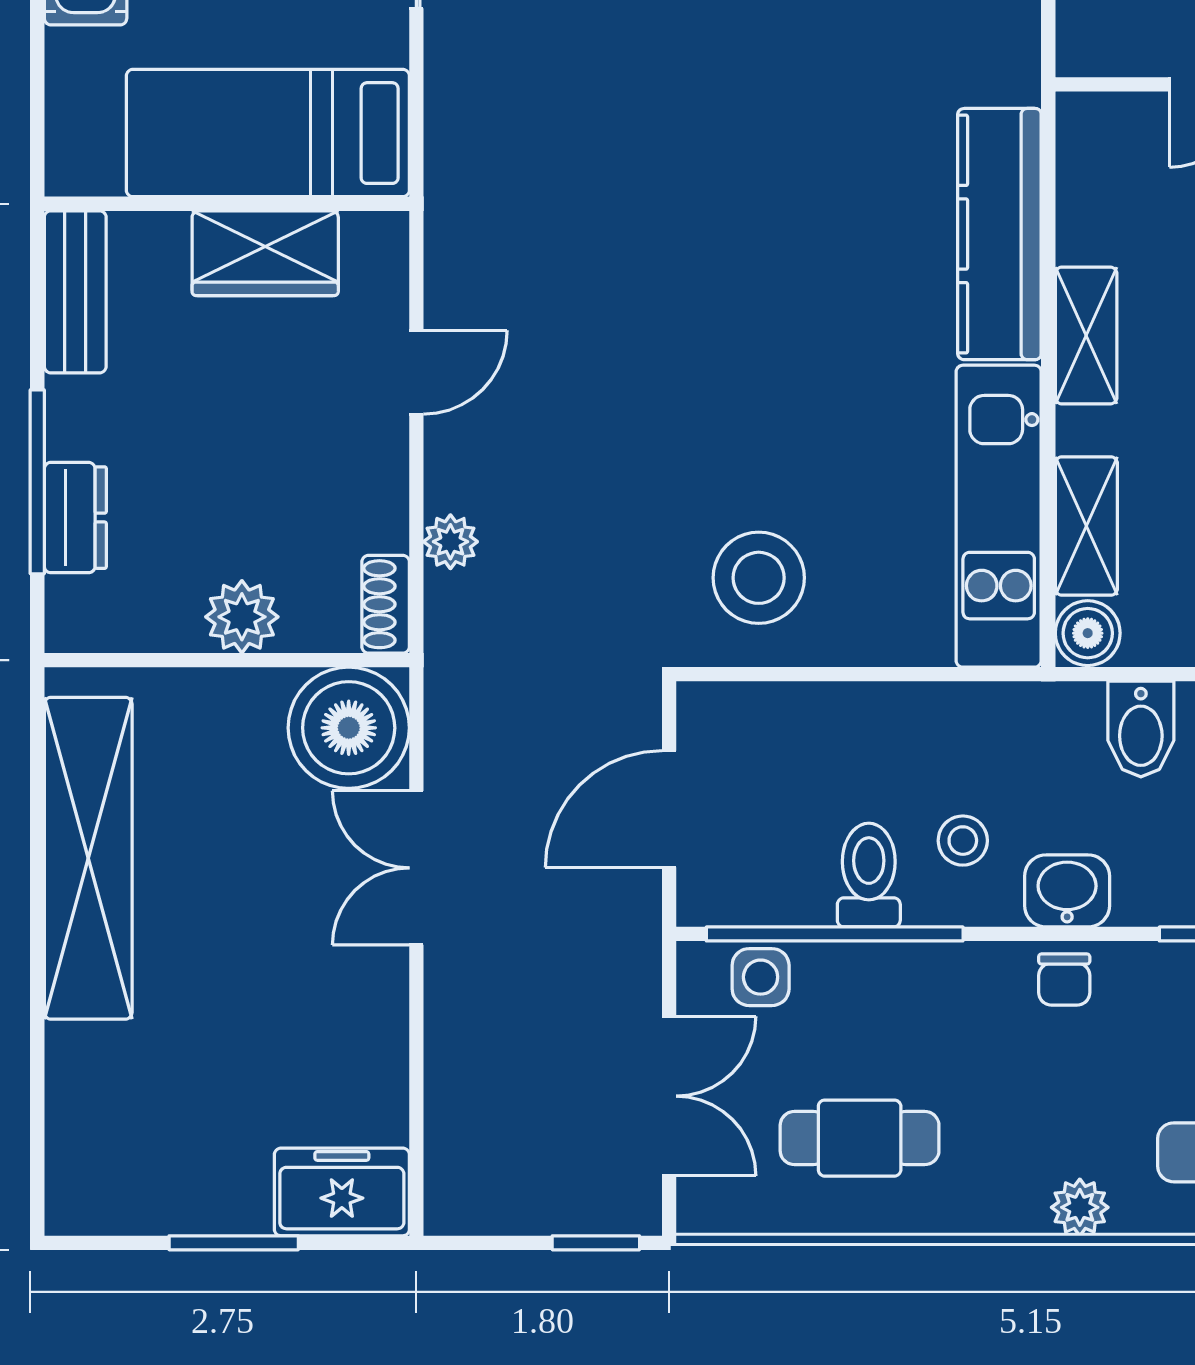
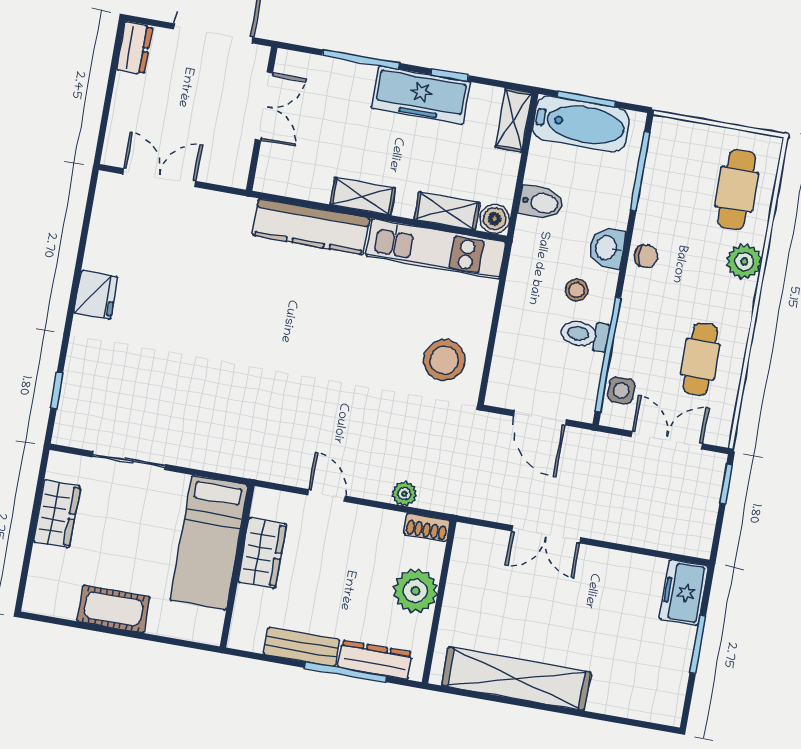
bench: (75, 292) -> (302, 647), moved
dresser: (75, 518) -> (375, 660), width x1.44
plant: (242, 617) -> (415, 591), width x1.36, depth x1.36
boiler: (349, 728) -> (479, 553), removed
plant: (1080, 1207) -> (744, 261), width x1.38, depth x1.38

